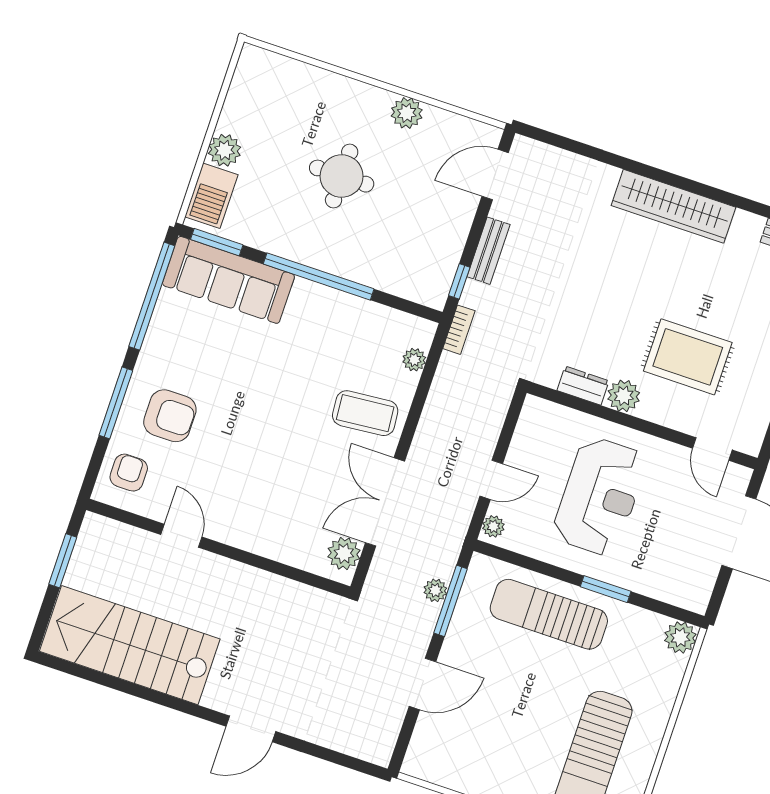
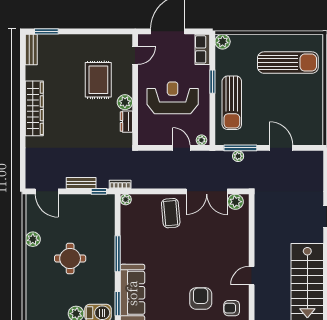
window: (319, 276) -> (118, 254), width x0.68
plant: (414, 360) -> (126, 199), moved
row of seats: (678, 591) -> (202, 49), added

